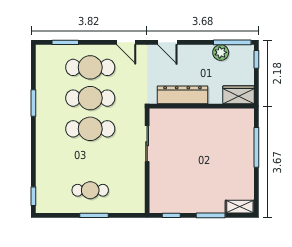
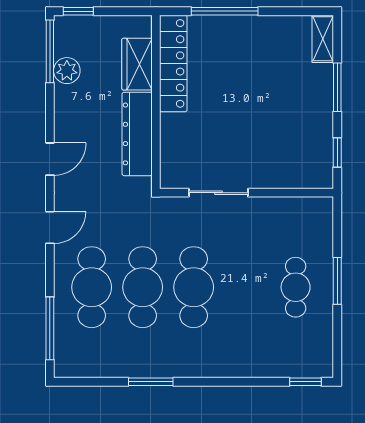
window: (65, 42) -> (50, 328), width x1.44
wardrobe: (239, 95) -> (137, 64), moved
locker: (225, 117) -> (173, 63), added

